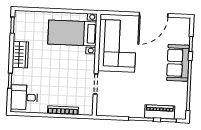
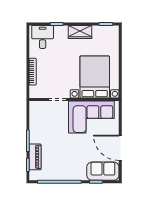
bed with nightstands: (72, 33) -> (95, 77), width x1.36
sofa: (178, 63) -> (103, 171), moved

